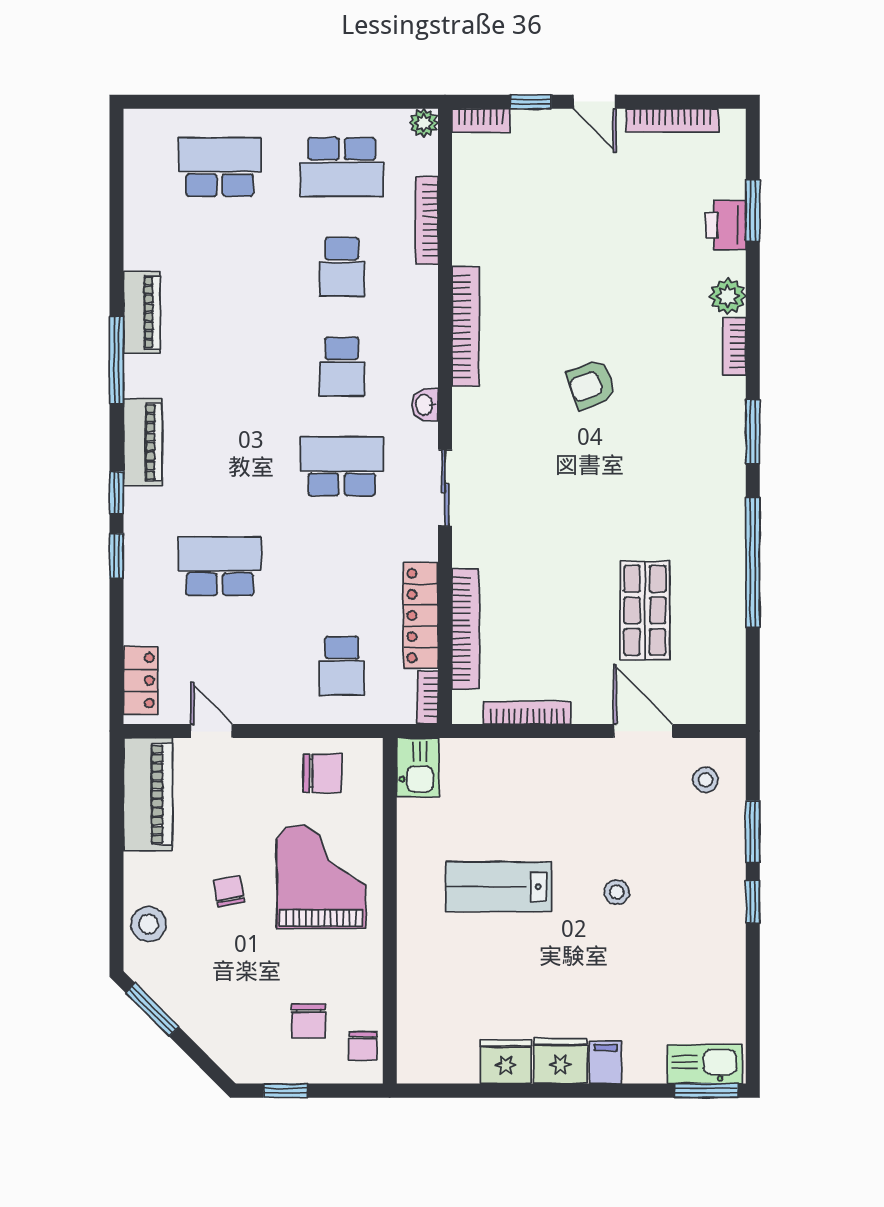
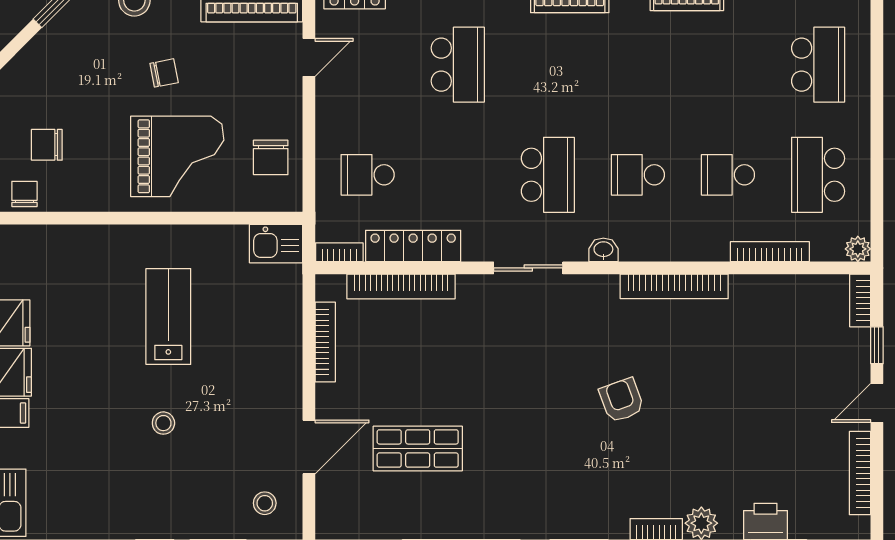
chair: (363, 1046) -> (24, 194), turned 90

